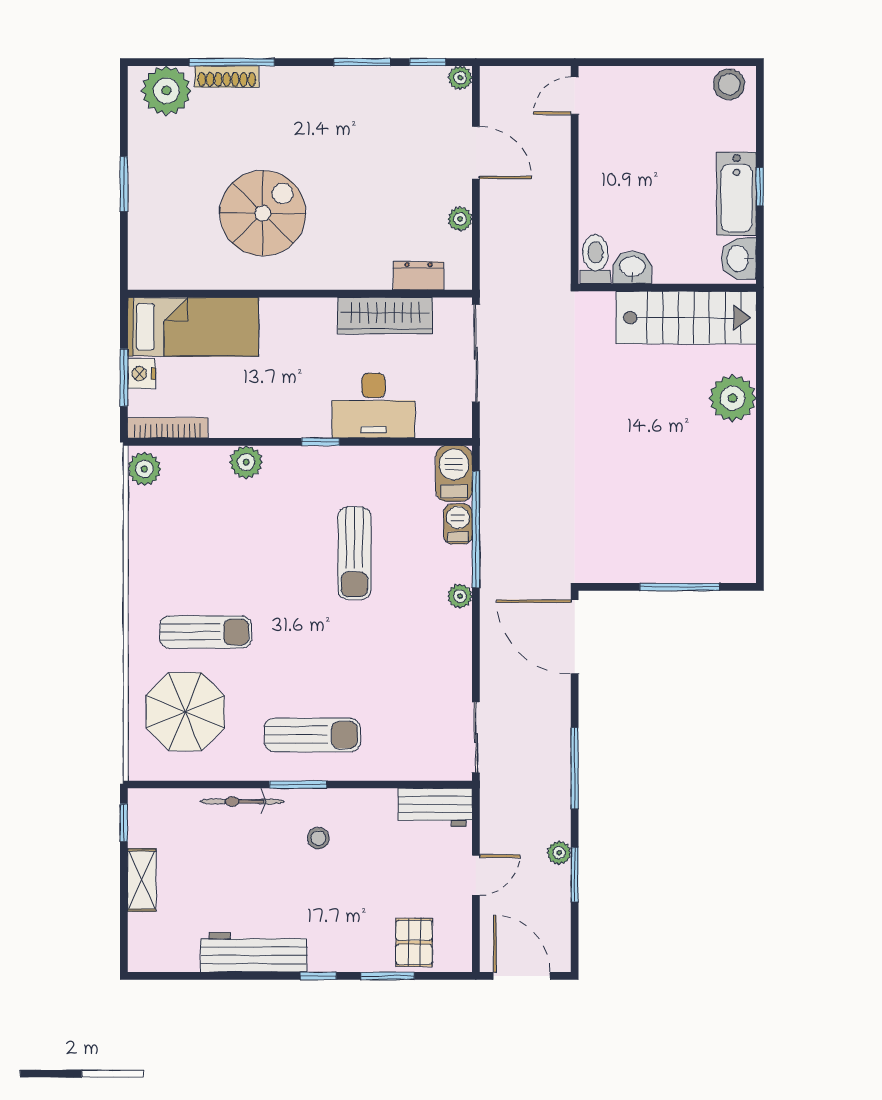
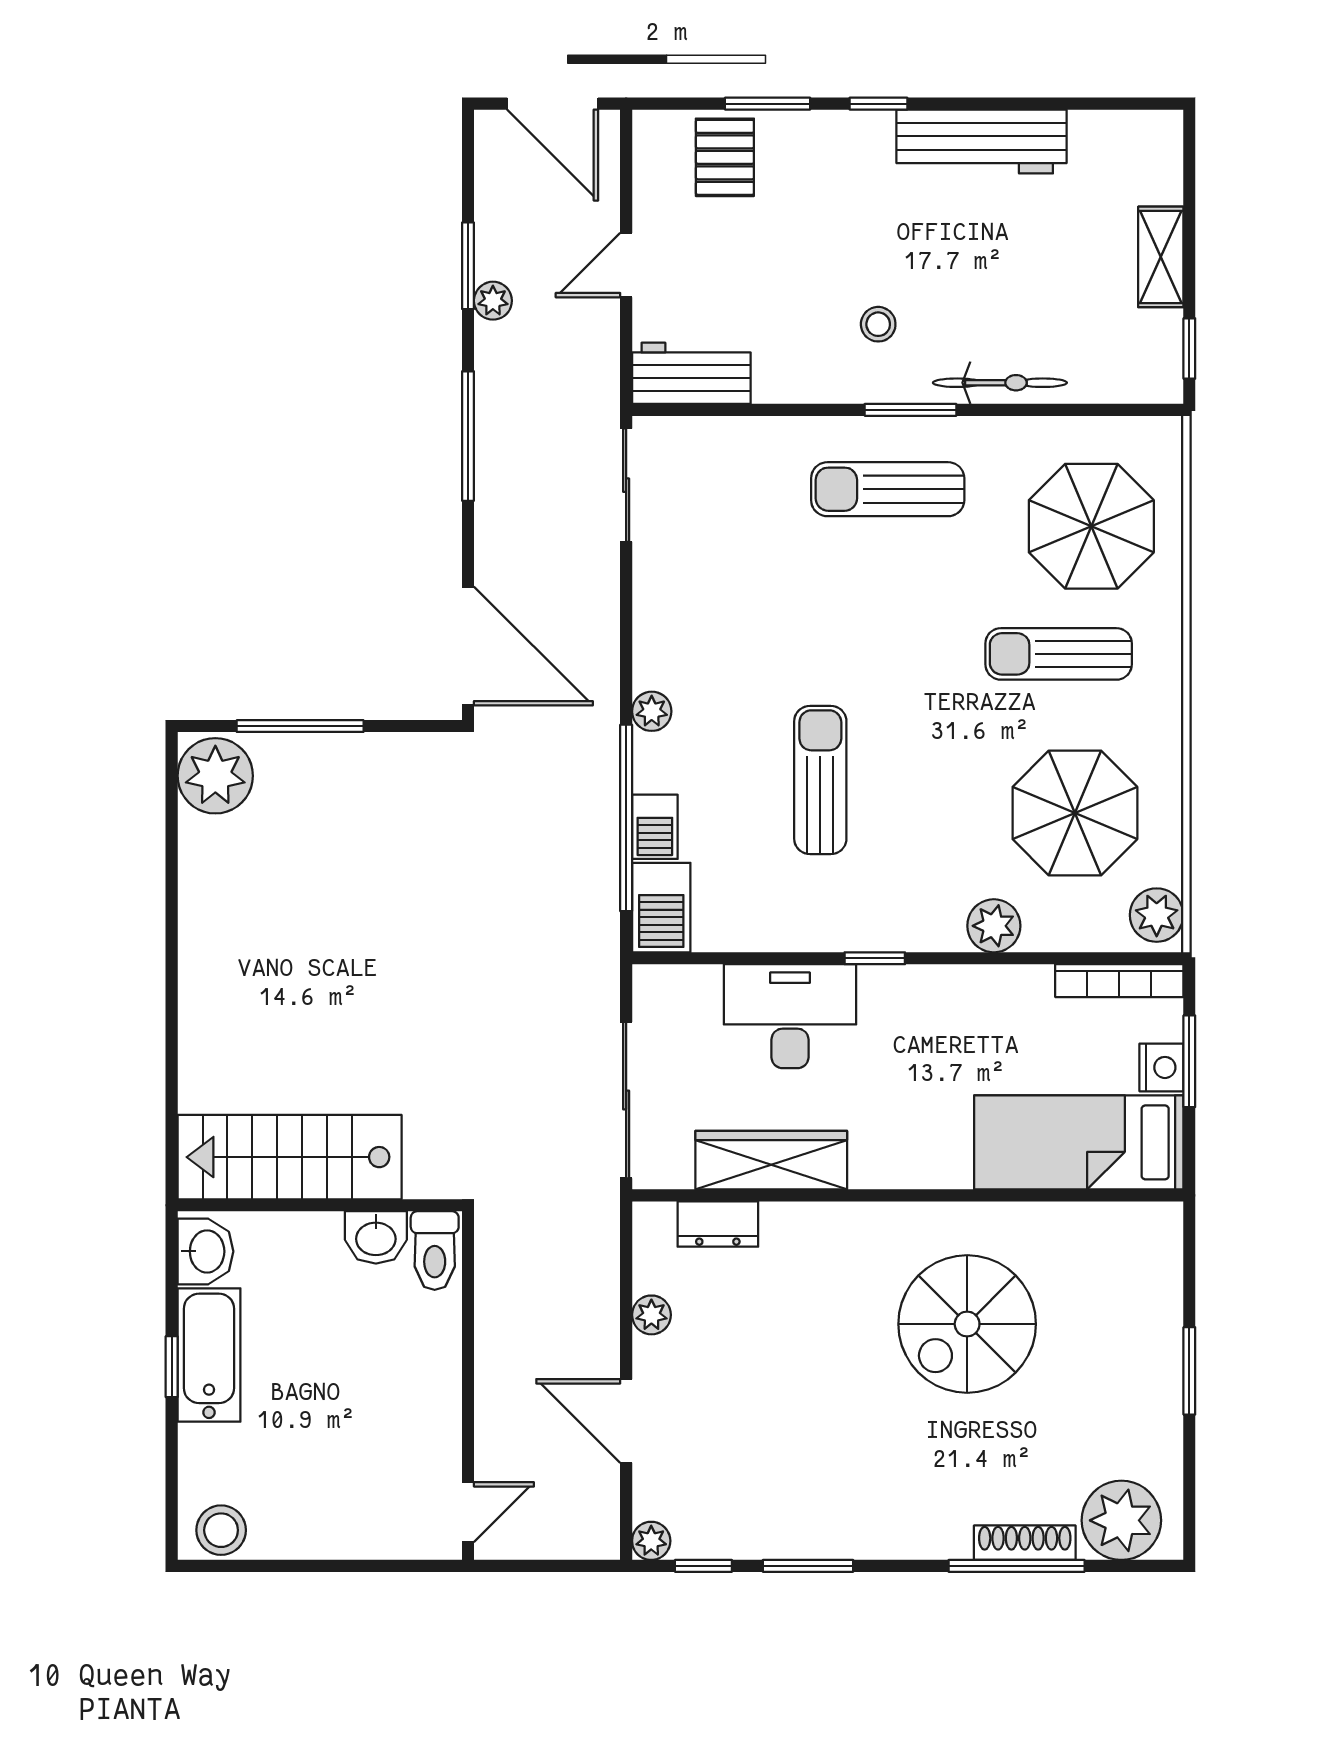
plant: (733, 398) -> (215, 776), moved
parasol: (195, 533) -> (1075, 813), added

